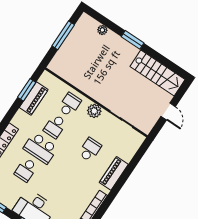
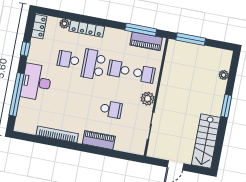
window: (63, 35) -> (191, 39), moved
window: (27, 90) -> (141, 30), width x1.44
piano: (34, 99) -> (146, 41), moved

